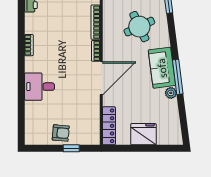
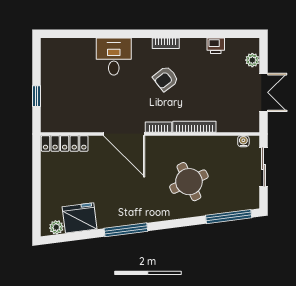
sofa: (162, 68) -> (137, 210), removed
plant: (171, 93) -> (56, 227), moved
armchair: (61, 133) -> (166, 79), moved, turned 47
fridge: (143, 134) -> (80, 218), moved, turned -97

